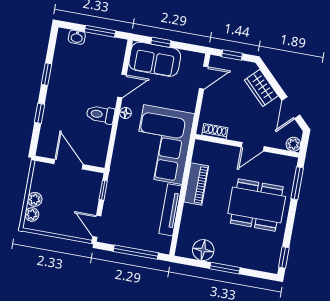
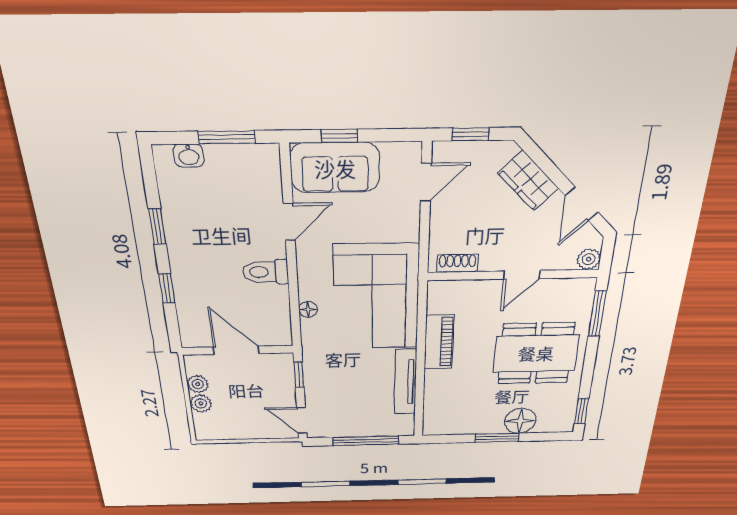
floor lamp: (125, 113) -> (308, 309), moved
plant: (32, 214) -> (198, 384), moved
floor lamp: (203, 250) -> (520, 421), moved

